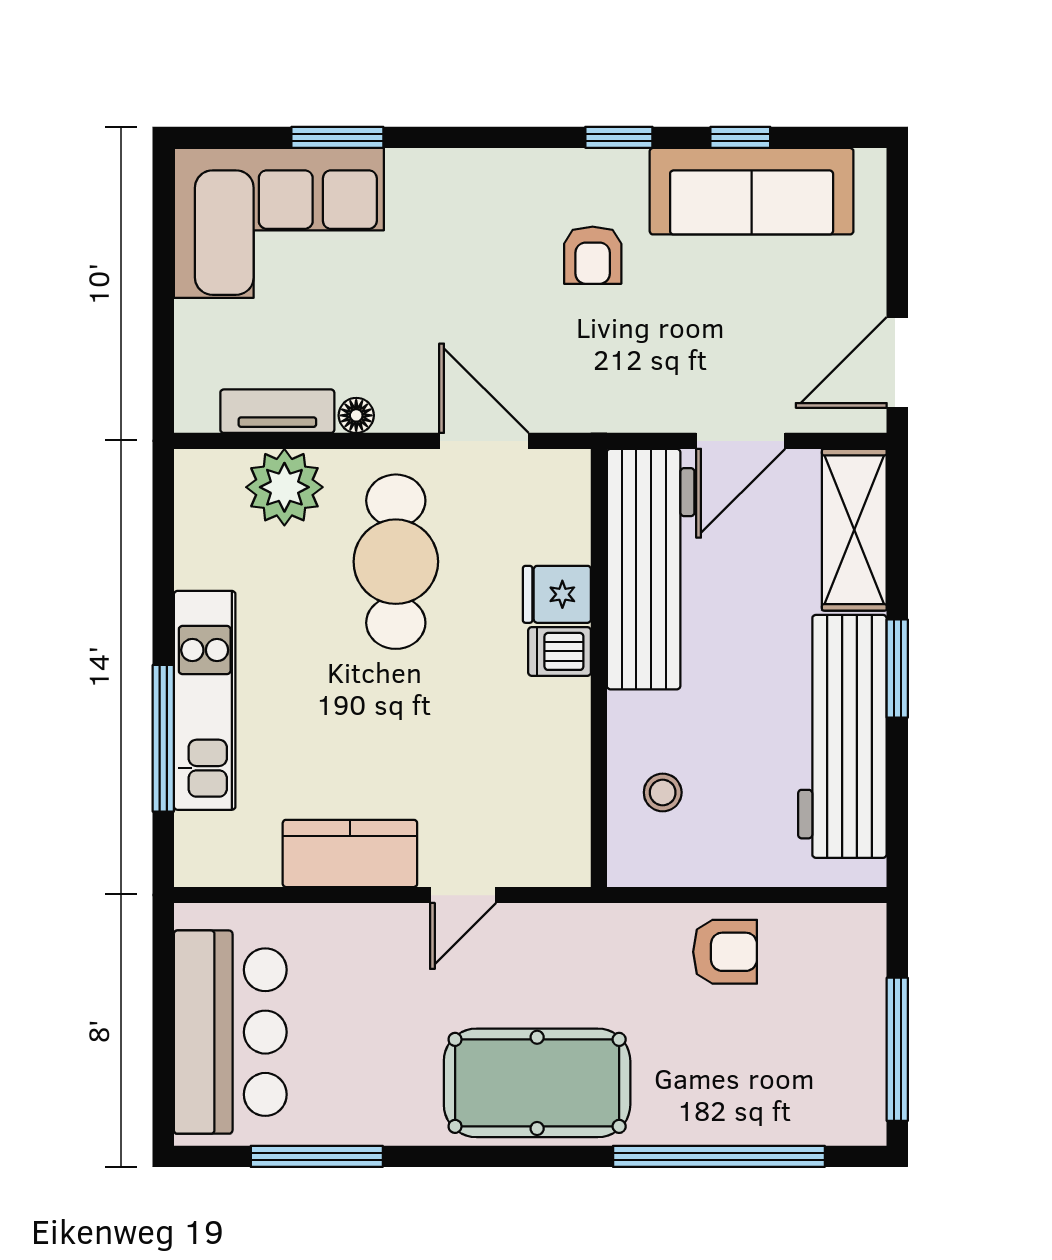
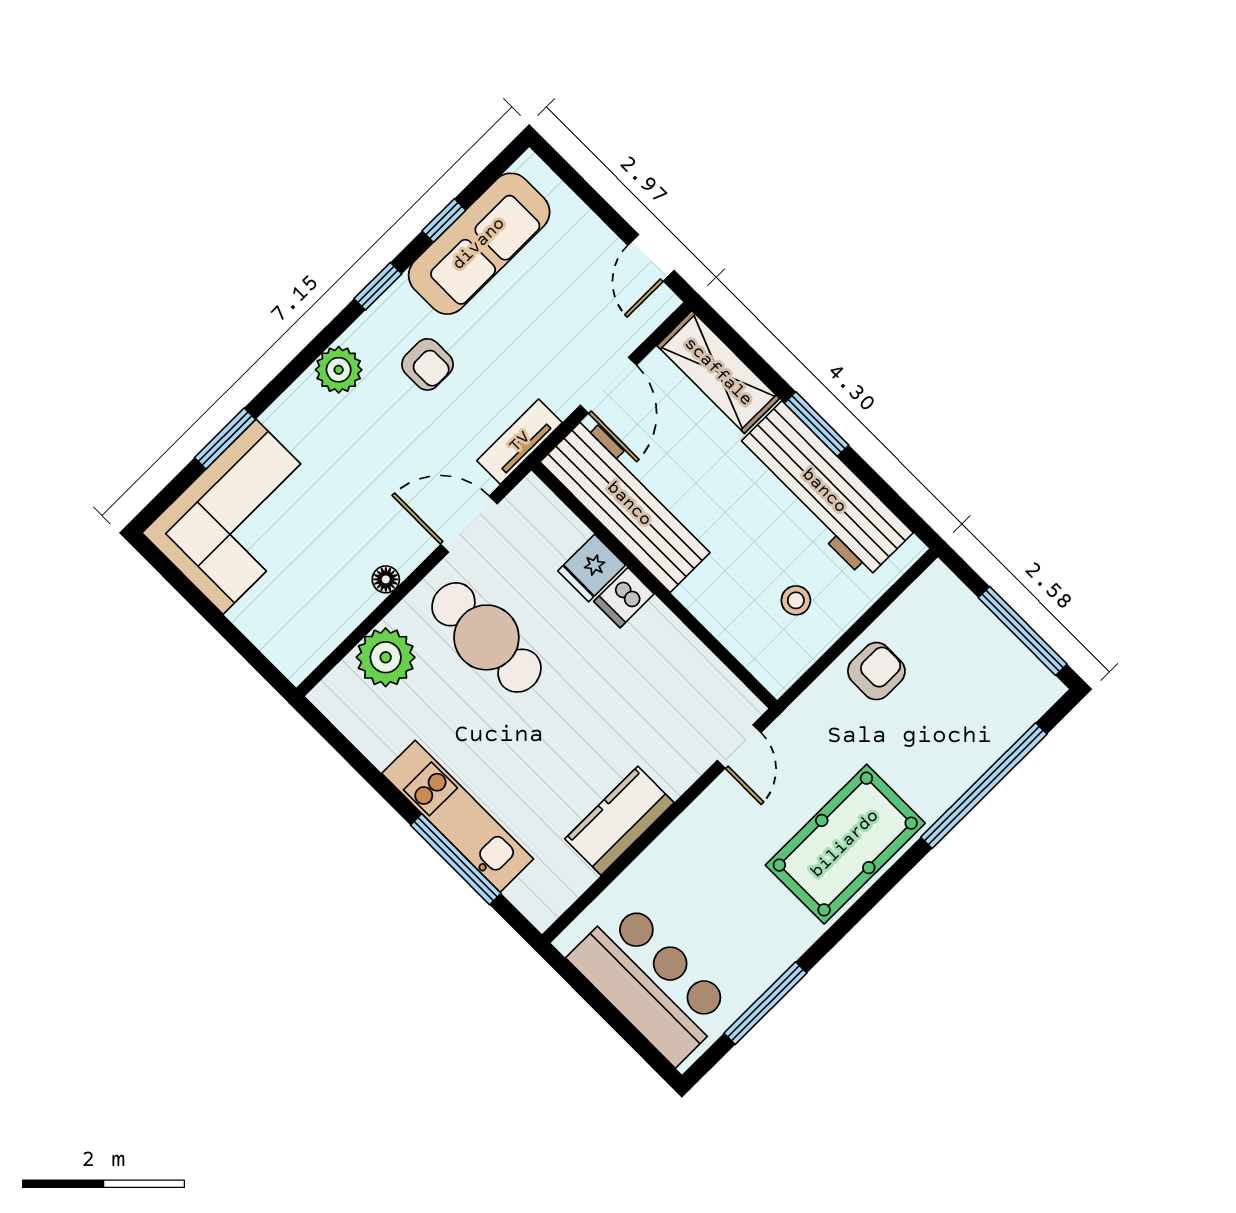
plant: (506, 178) -> (339, 370), added
door: (897, 362) -> (651, 258), width x0.73
tv unit: (277, 411) -> (520, 442), moved
stool: (663, 792) -> (796, 600), moved
door: (463, 895) -> (739, 746), moved

